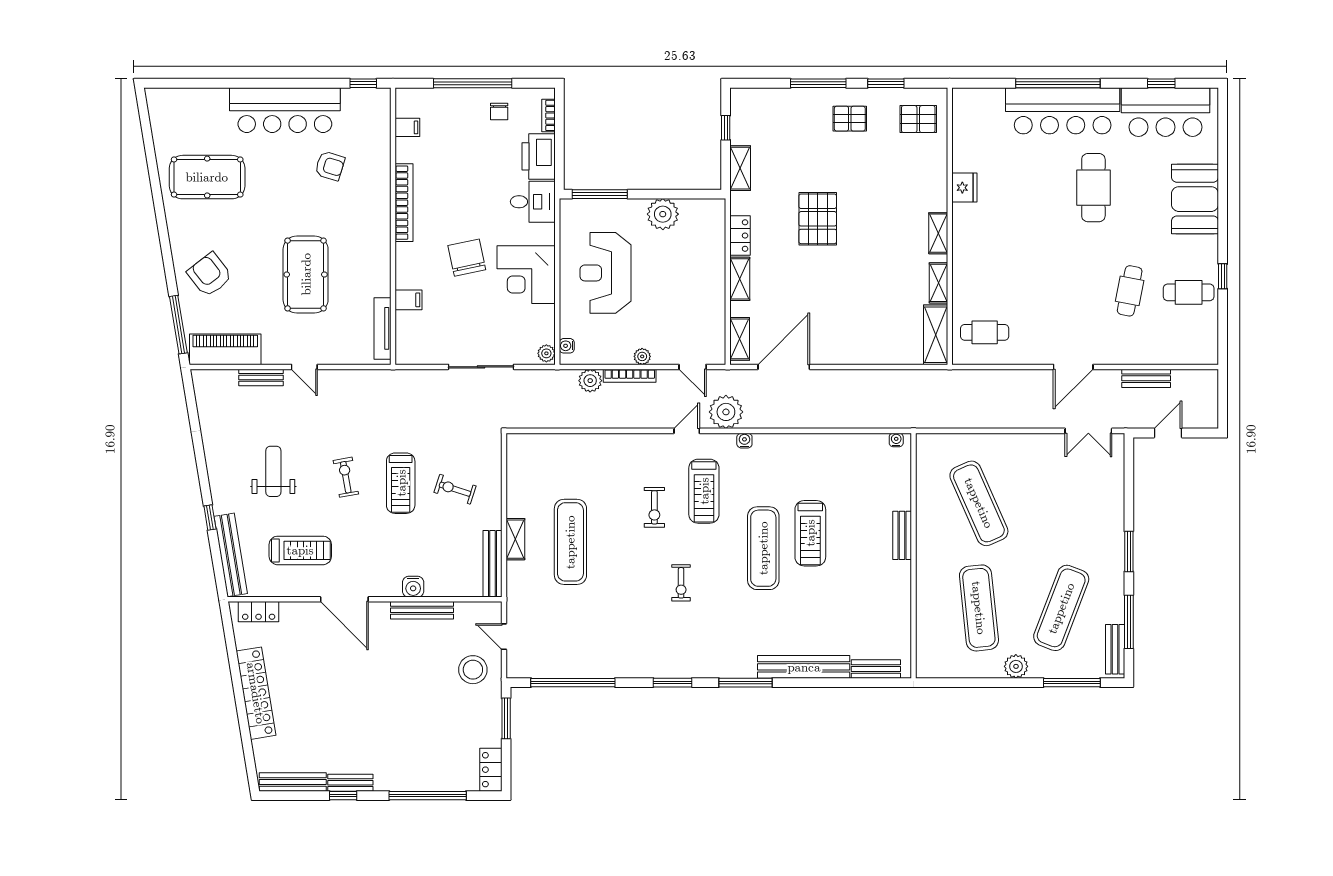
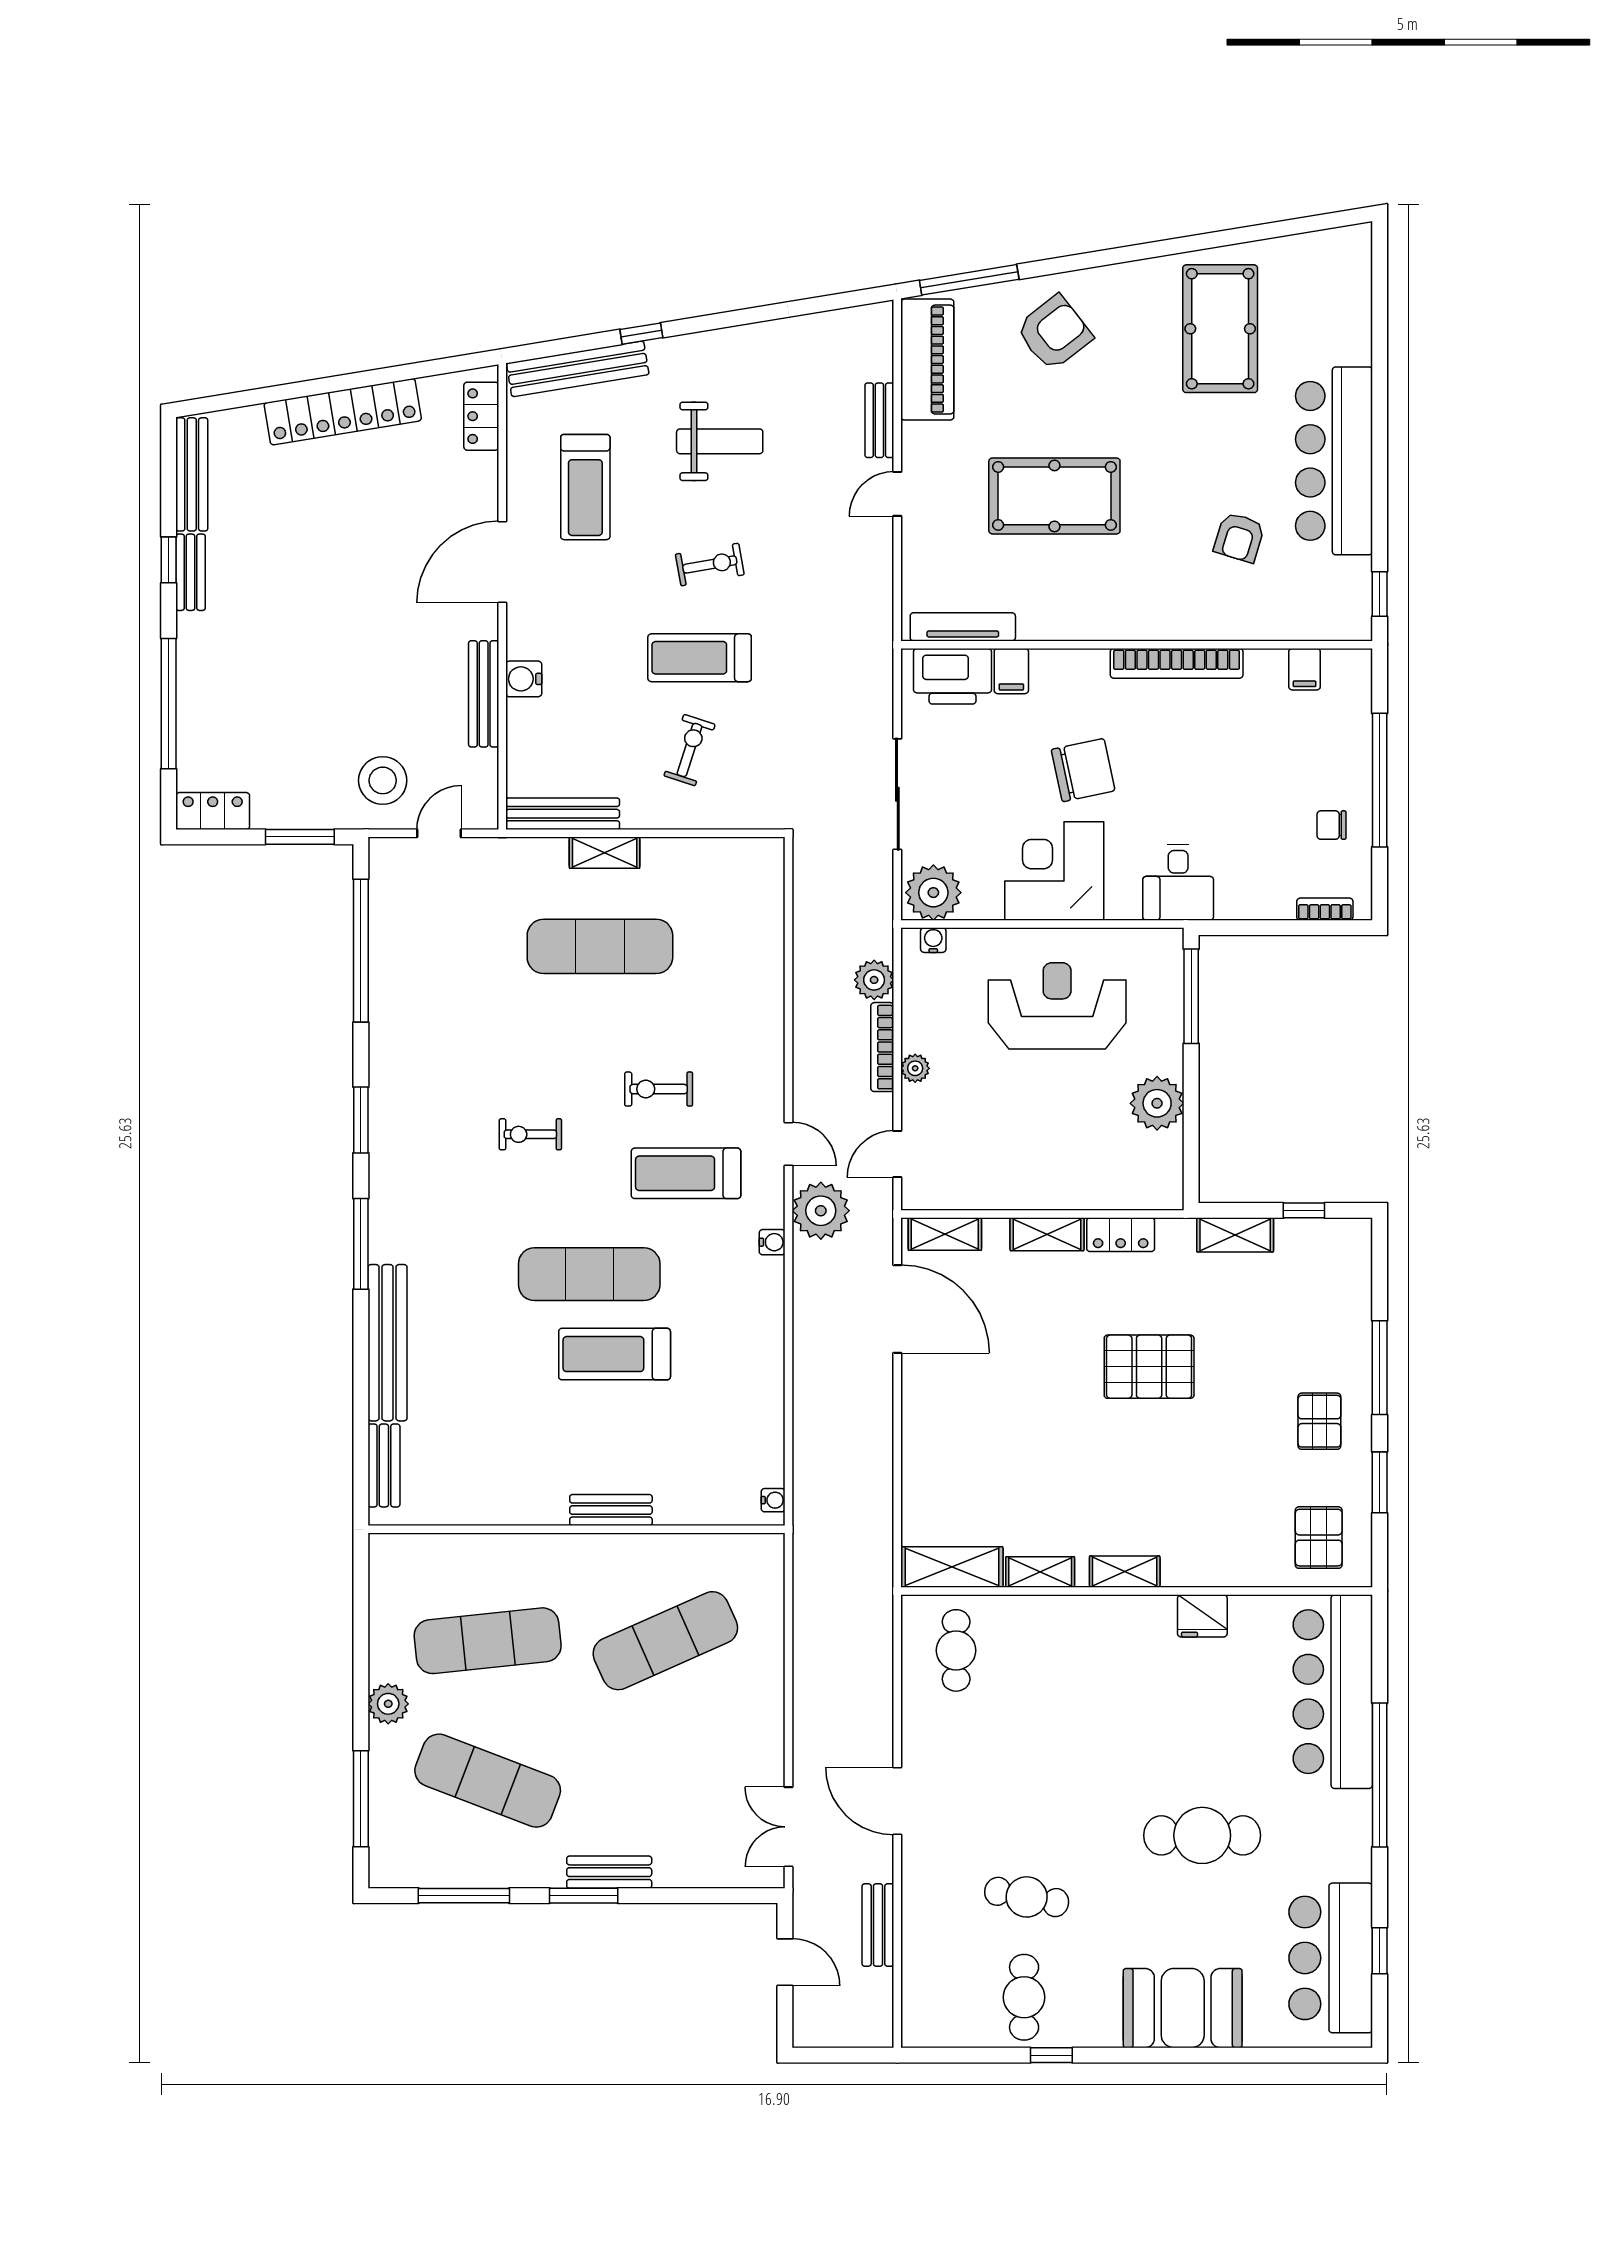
bar counter: (1063, 111) -> (1333, 1692), moved
printer: (539, 156) -> (952, 676), moved, turned 180
plant: (546, 353) -> (933, 893), width x1.87, depth x1.87
bench: (1115, 649) -> (609, 1872), moved

